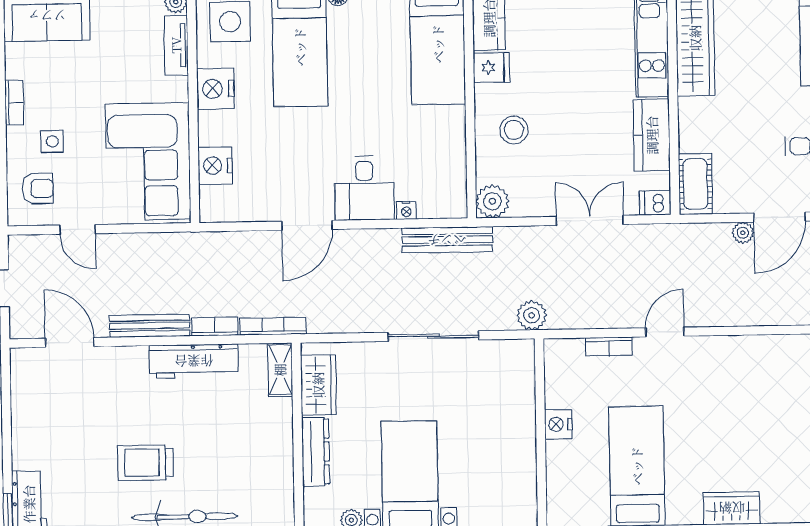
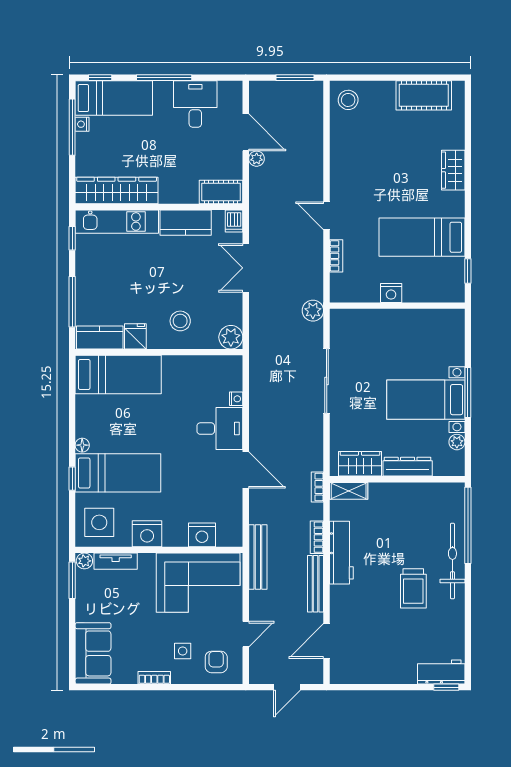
bench: (447, 240) -> (258, 557), moved
bookcase: (273, 326) -> (317, 487), width x0.64

